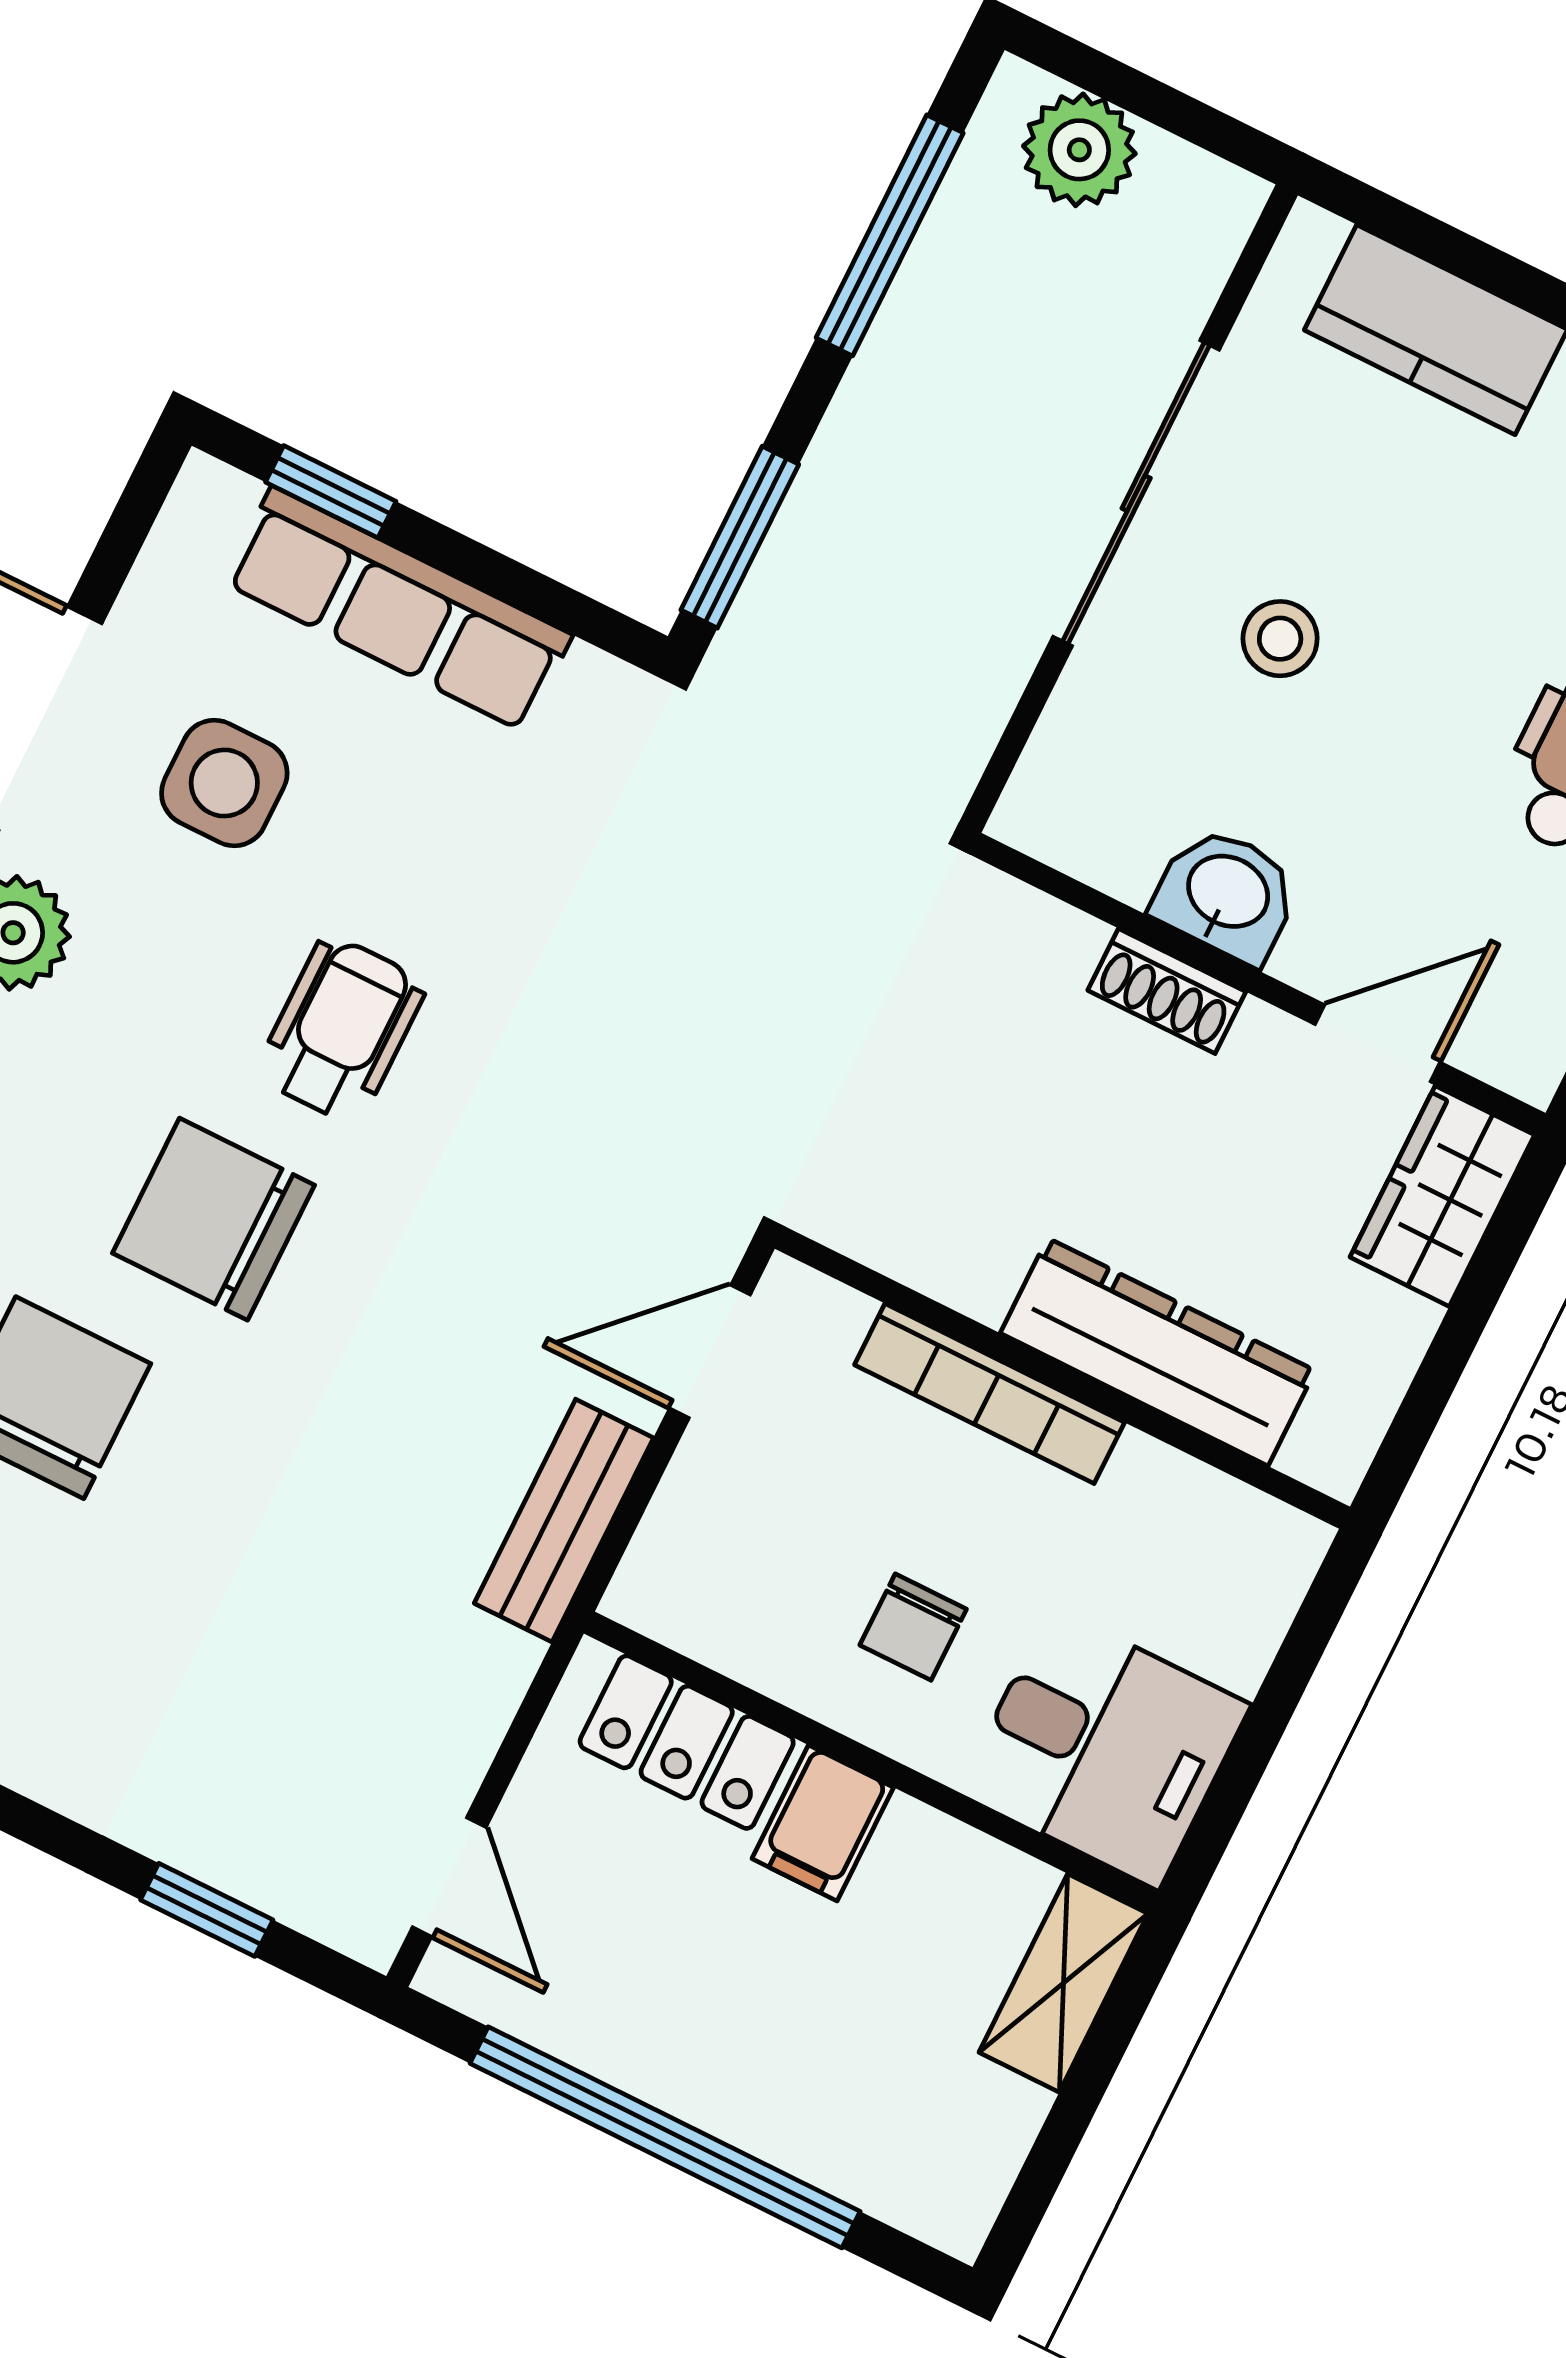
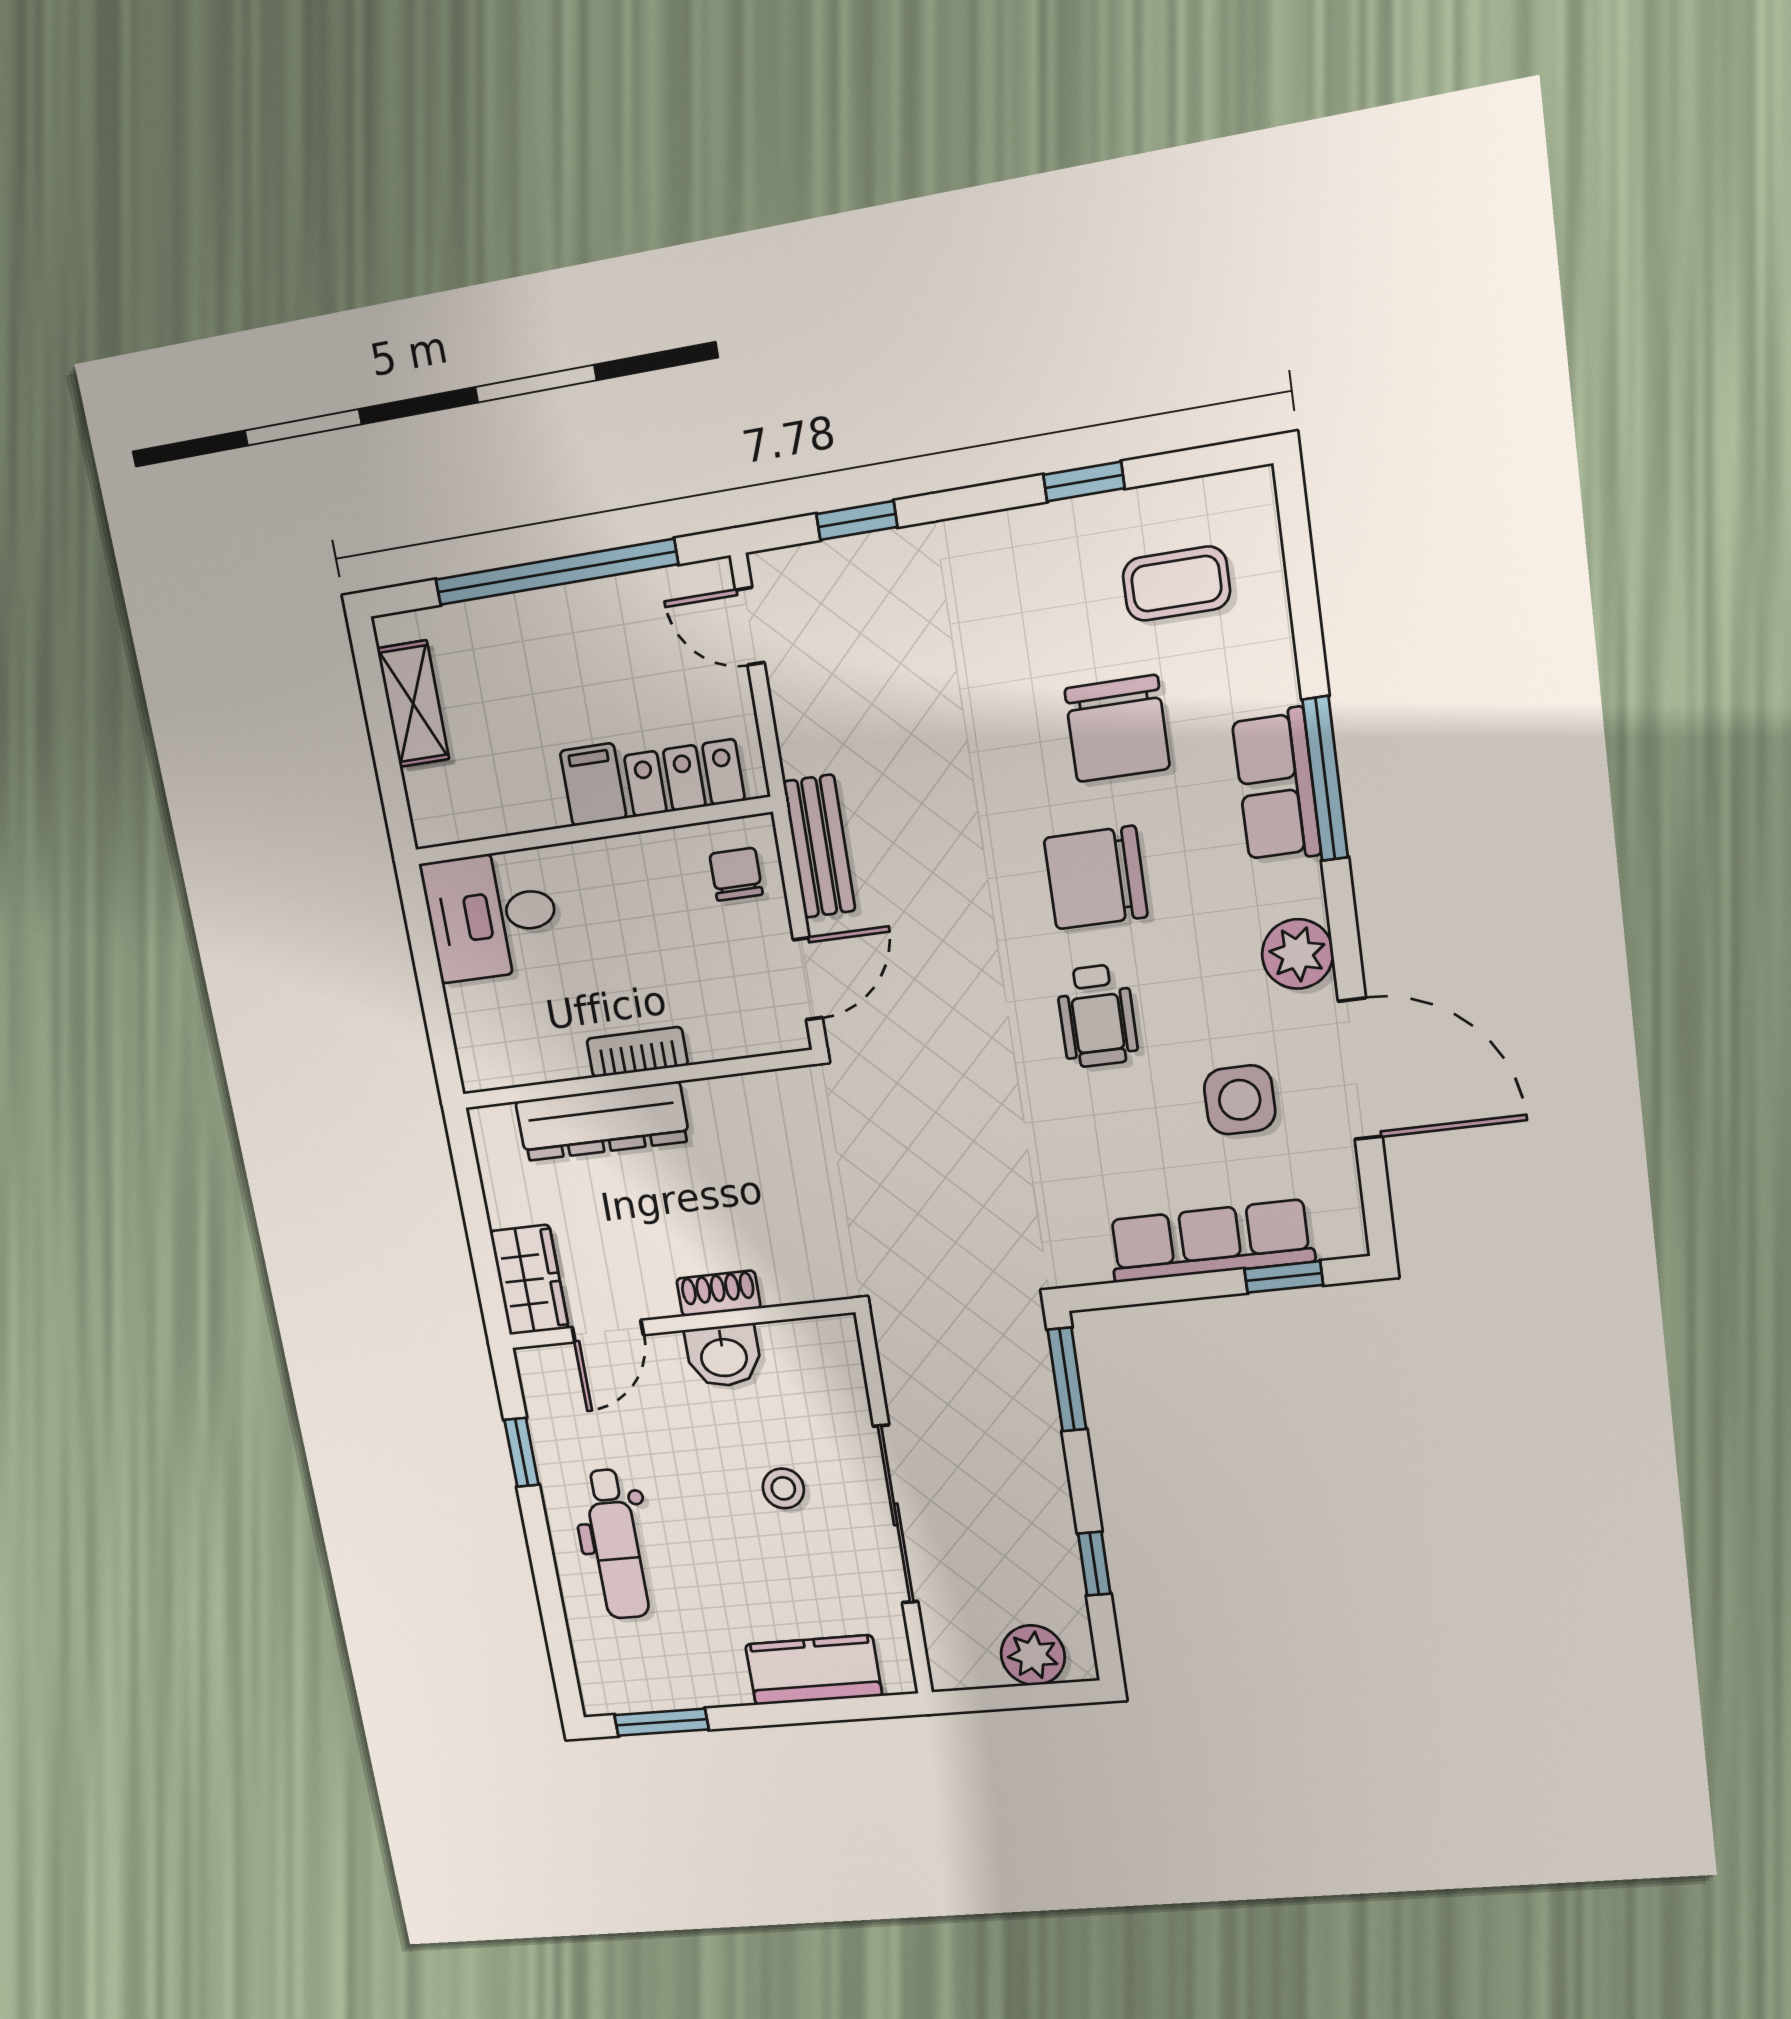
window: (890, 235) -> (1094, 1564), width x0.46
chair: (213, 1219) -> (1096, 878), turned 180
bookcase: (989, 1394) -> (637, 1052), width x0.64
chair: (913, 1627) -> (736, 874), moved
shelving: (1063, 1983) -> (413, 704), moved

